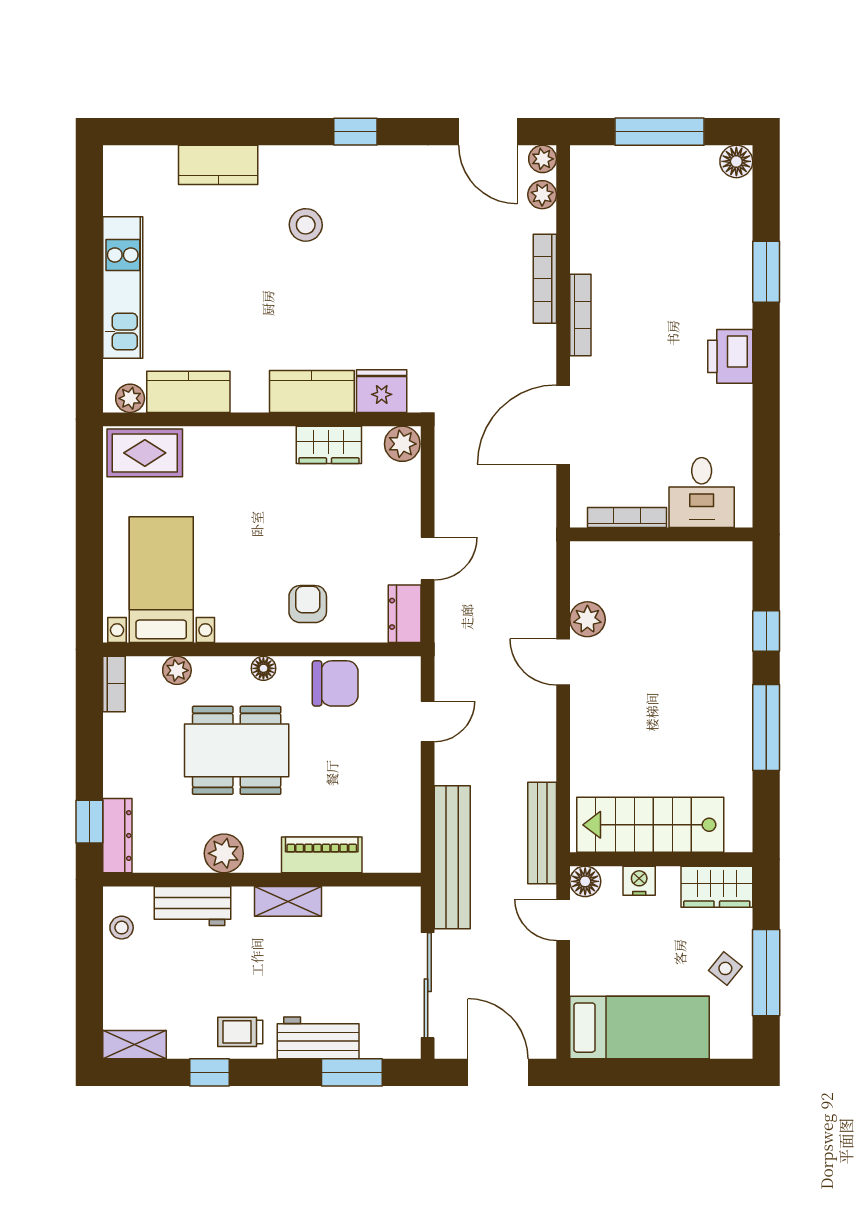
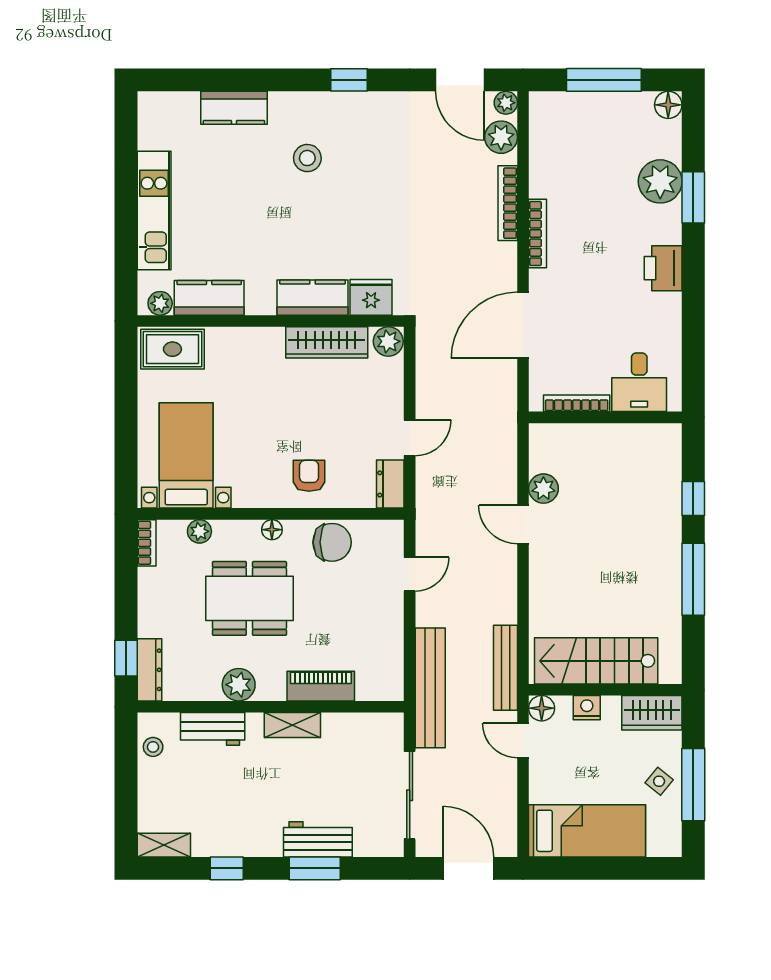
plant: (542, 195) -> (501, 137), width x1.38, depth x1.38
plant: (727, 253) -> (660, 181), added
wardrobe: (329, 445) -> (327, 342), width x1.50
trolley: (240, 1032) -> (252, 834), removed
window: (352, 1072) -> (315, 868), moved

